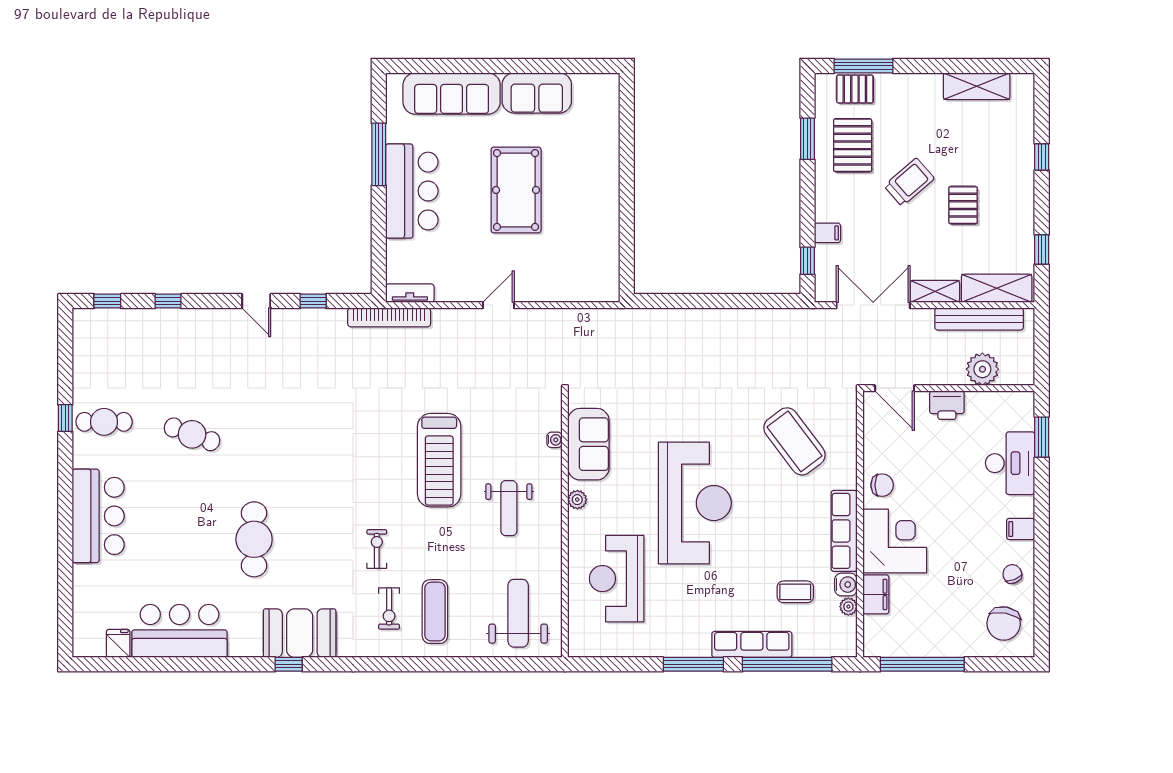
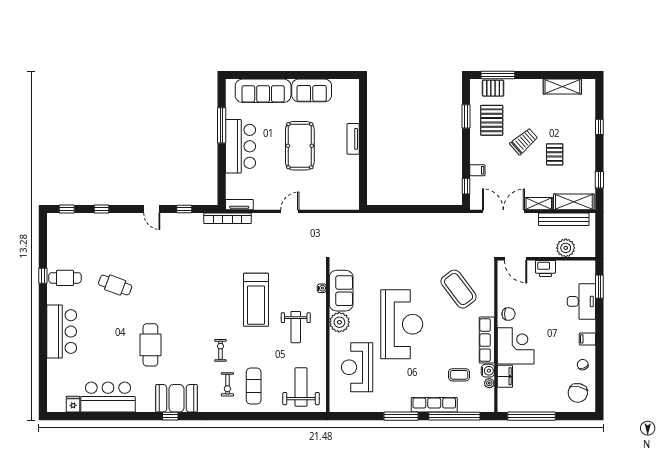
tv unit: (610, 178) -> (353, 139), added
plant: (577, 500) -> (339, 322), width x1.87, depth x1.87

